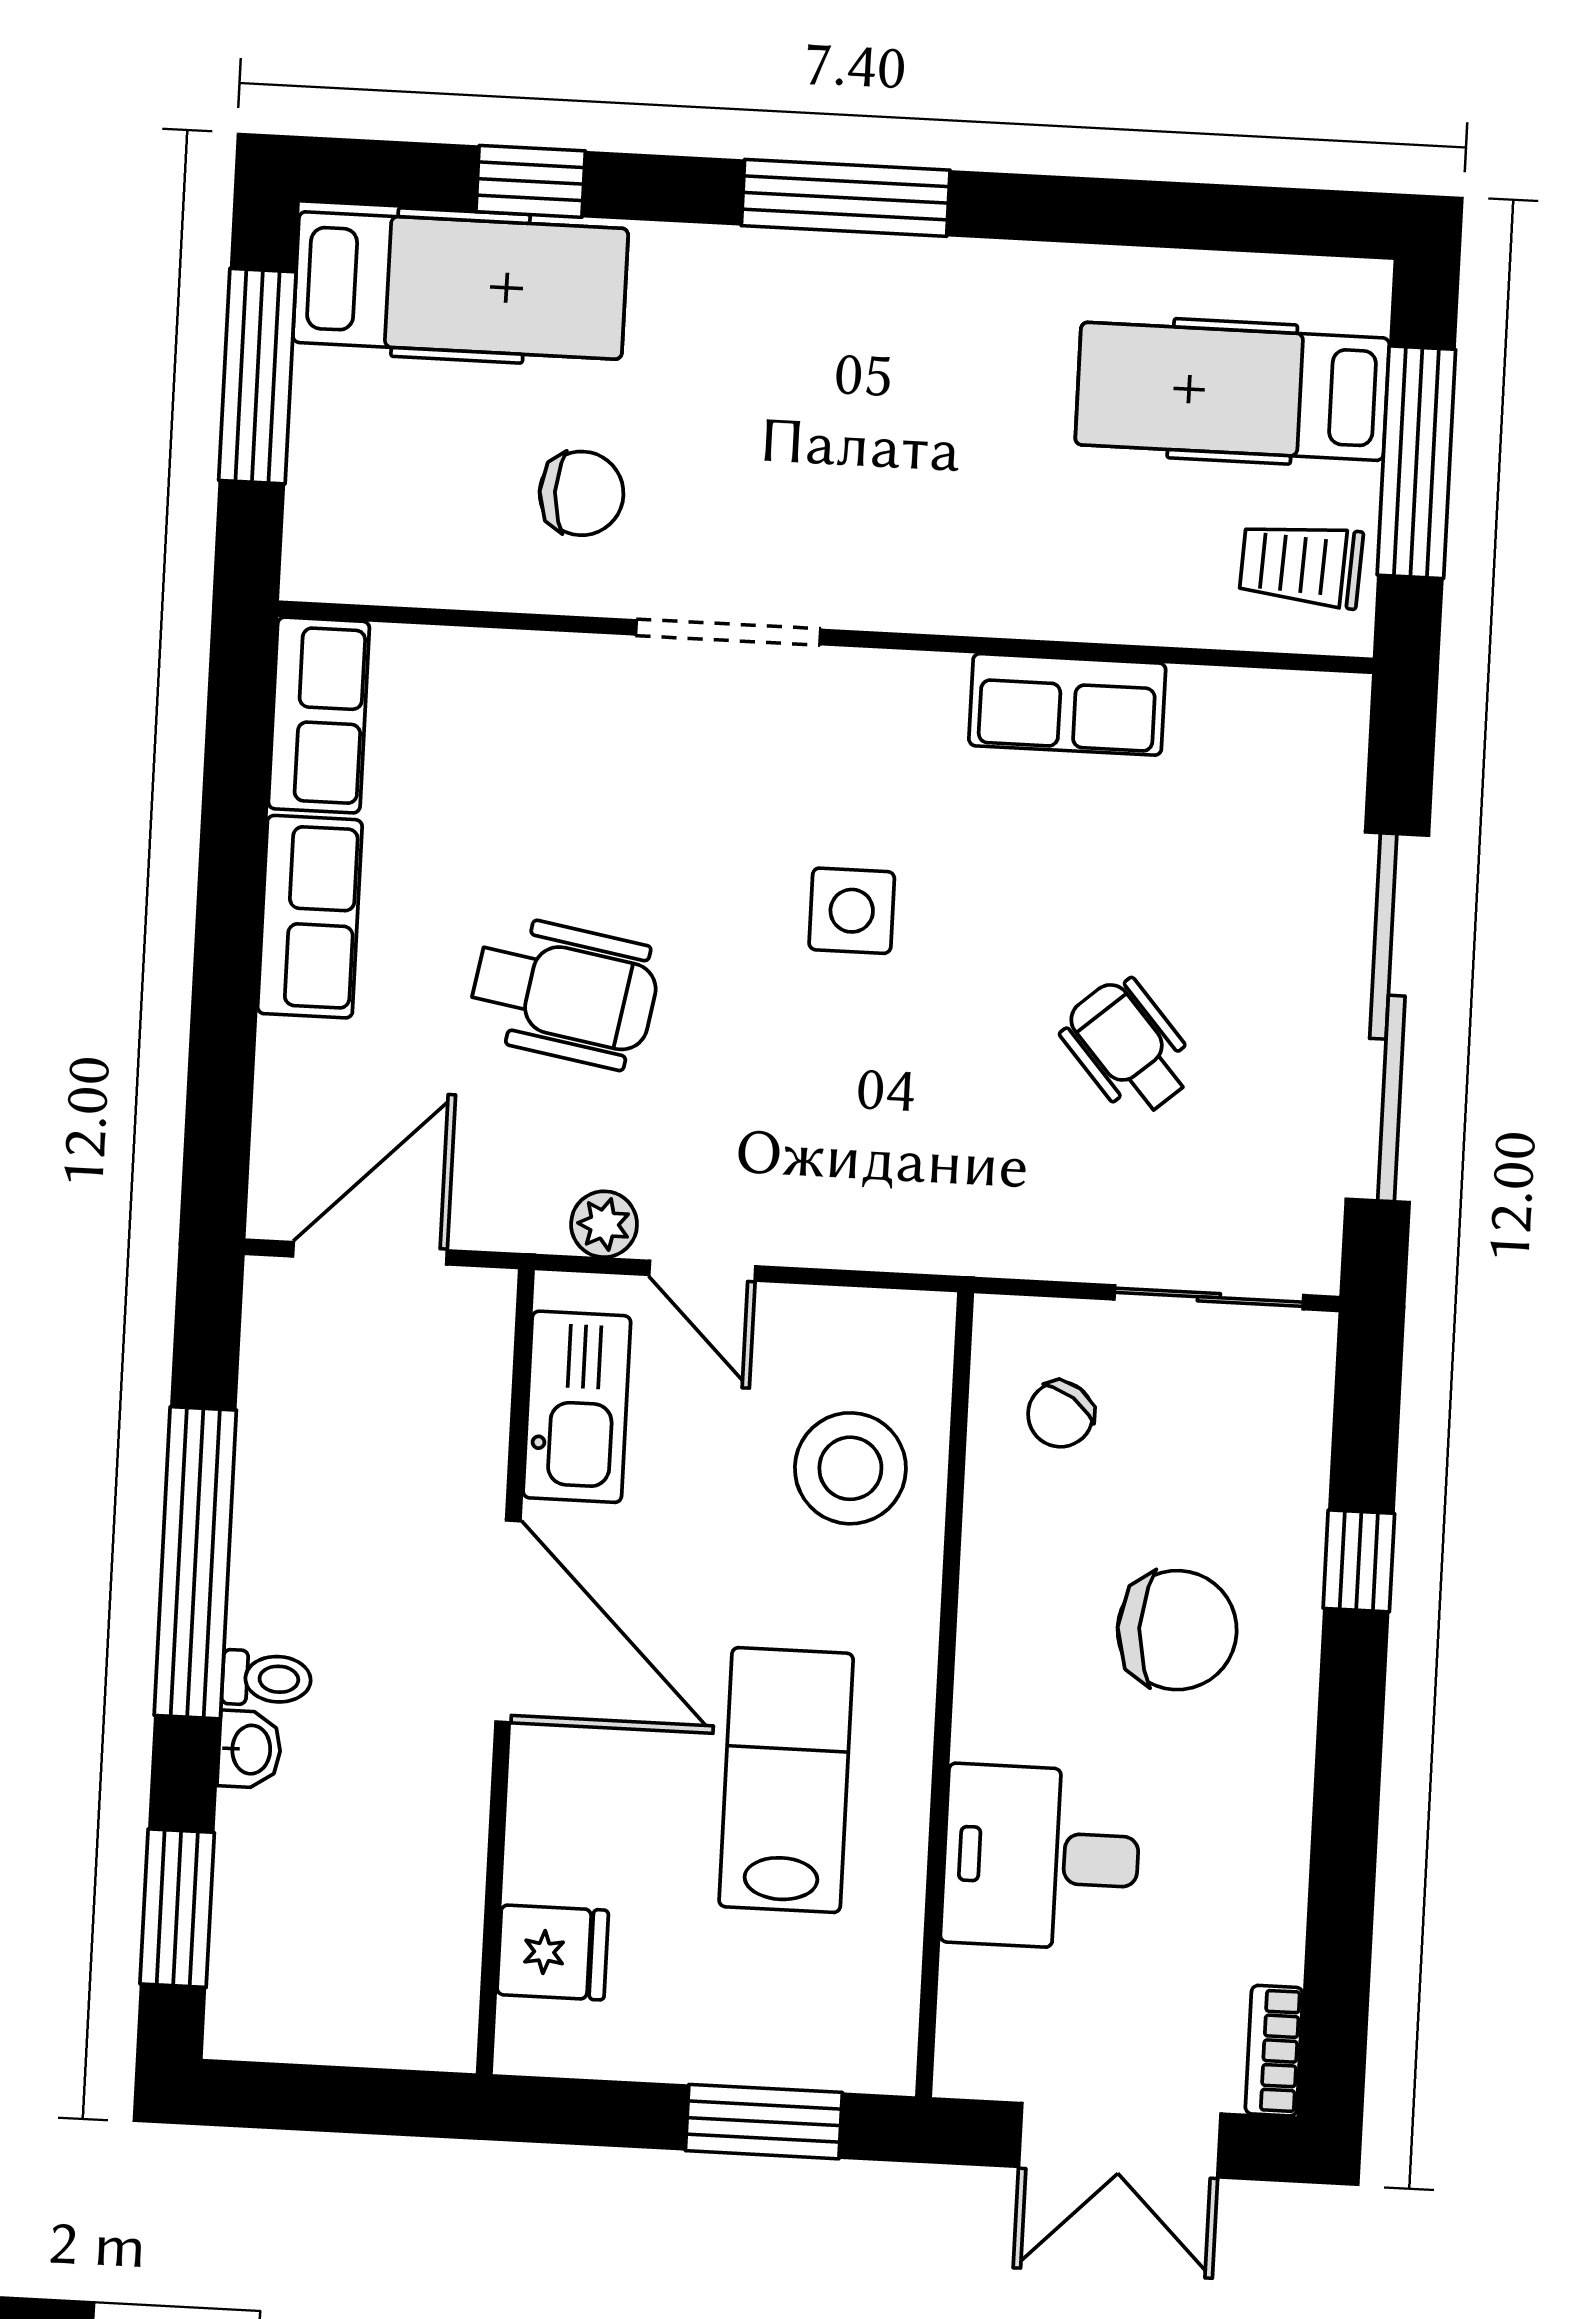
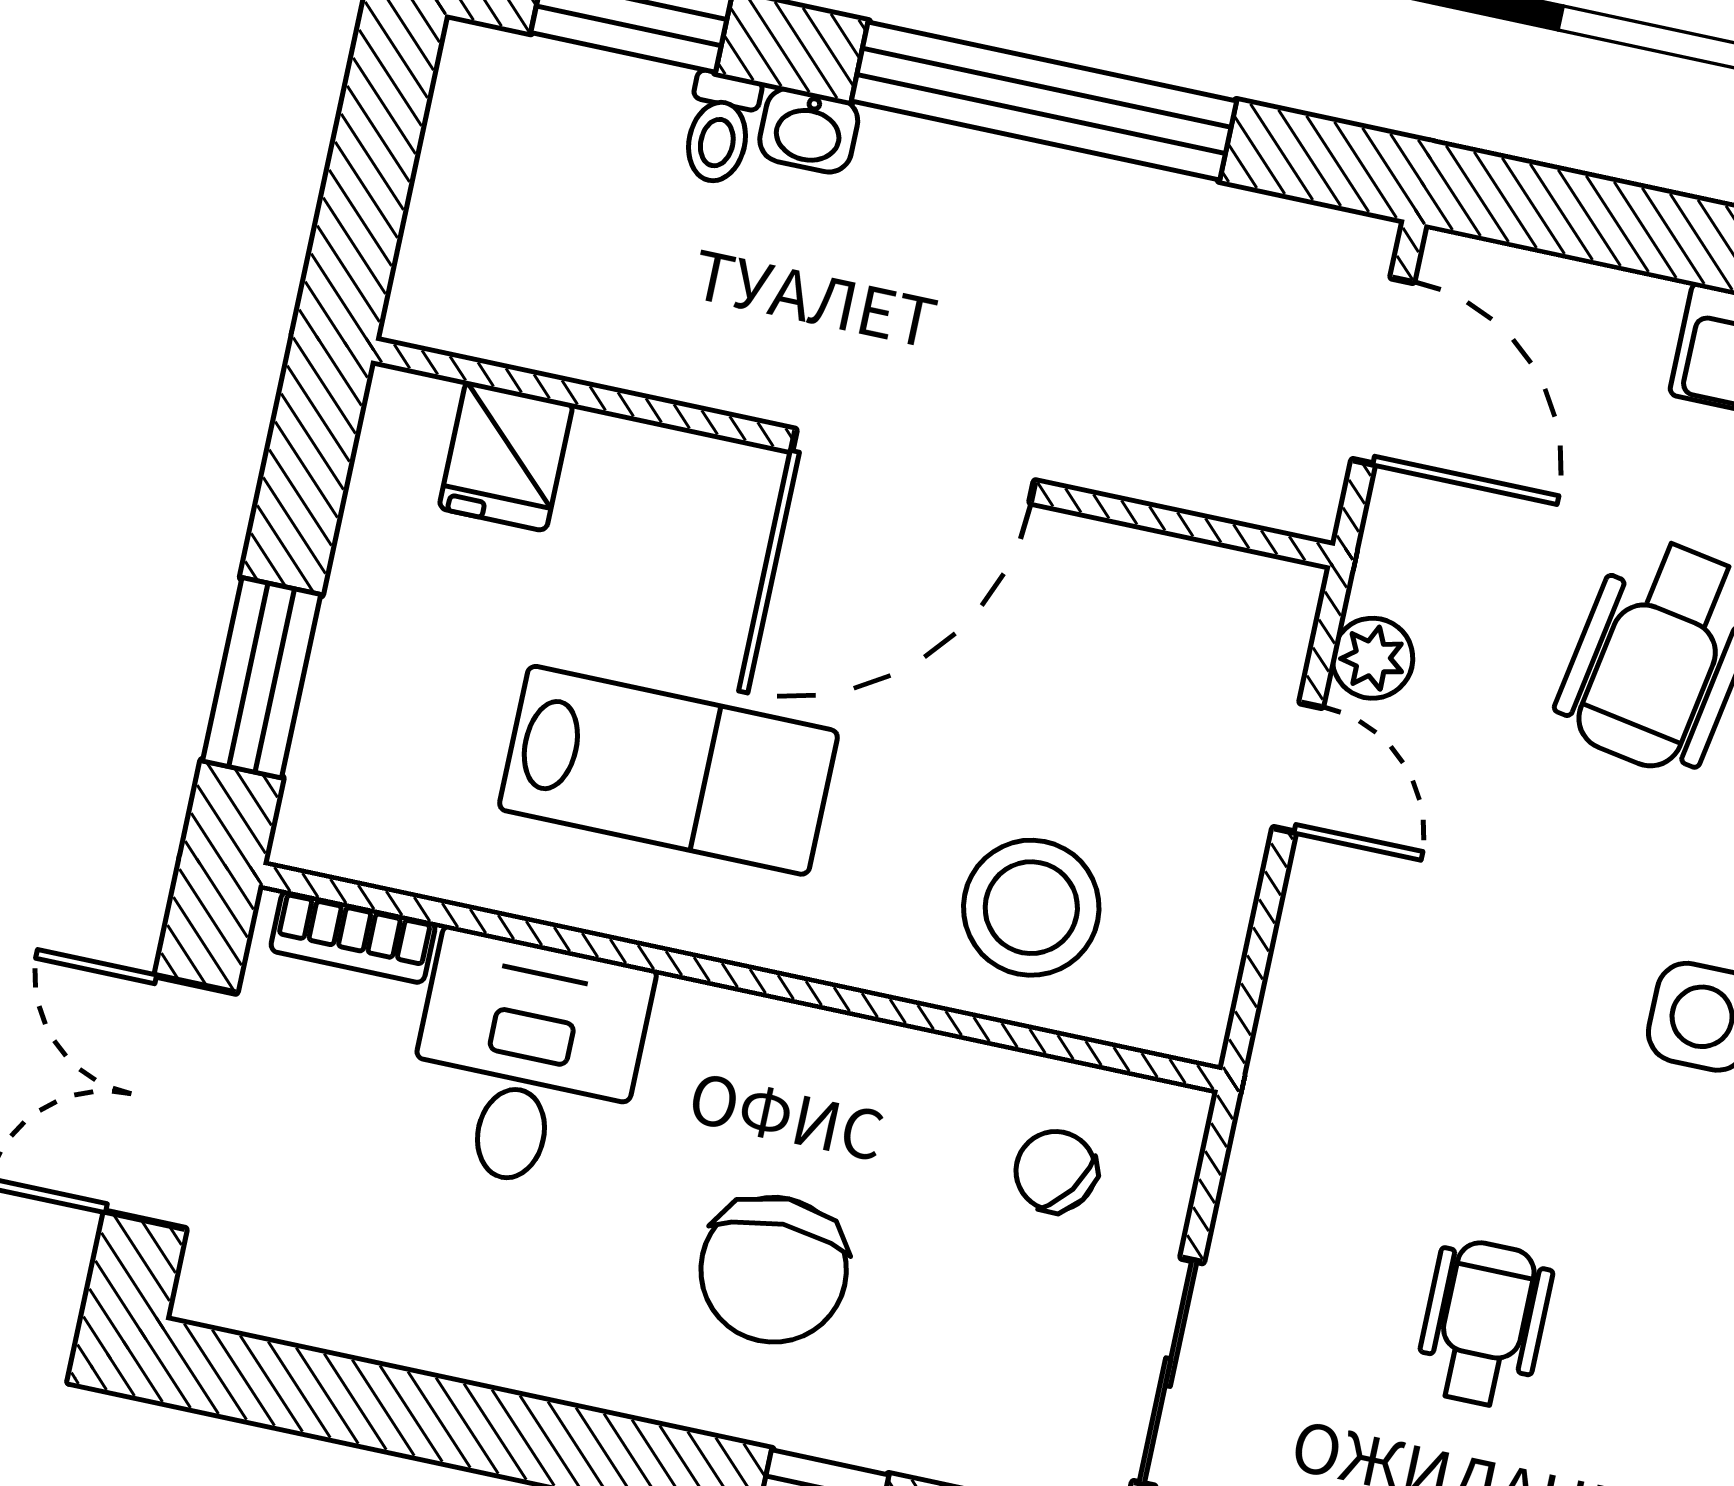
wheelchair: (1129, 1048) -> (1484, 1324), turned -49
door: (702, 1271) -> (1298, 768), swing flipped
kitchen sink: (577, 1407) -> (1158, 590), removed
toilet: (267, 1679) -> (720, 128), moved
bookcase: (1274, 2051) -> (353, 937), moved, turned 180

